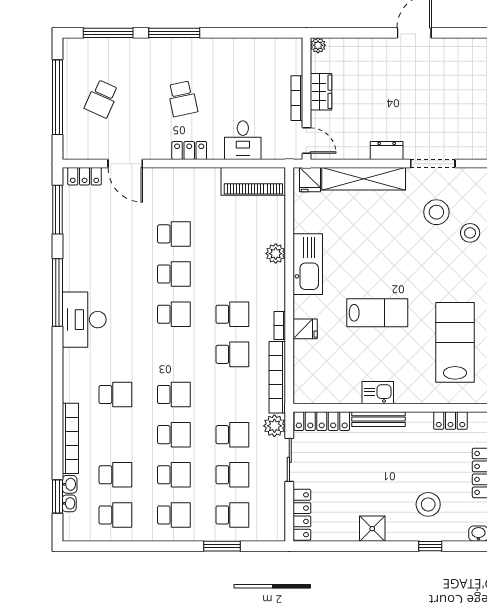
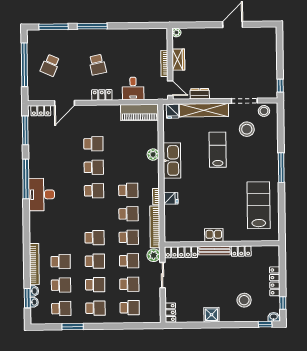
dresser: (387, 151) -> (200, 94), moved
door: (125, 164) -> (64, 103), hinge flipped
stool: (470, 233) -> (264, 111), moved
lab bench: (377, 313) -> (218, 150), moved, turned -90
school desk: (115, 395) -> (61, 262), moved
school desk: (232, 395) -> (129, 237), added
locker: (451, 421) -> (241, 251), moved
locker: (302, 515) -> (170, 312), width x0.66
window: (222, 546) -> (73, 327), moved
window: (430, 546) -> (265, 324), moved

